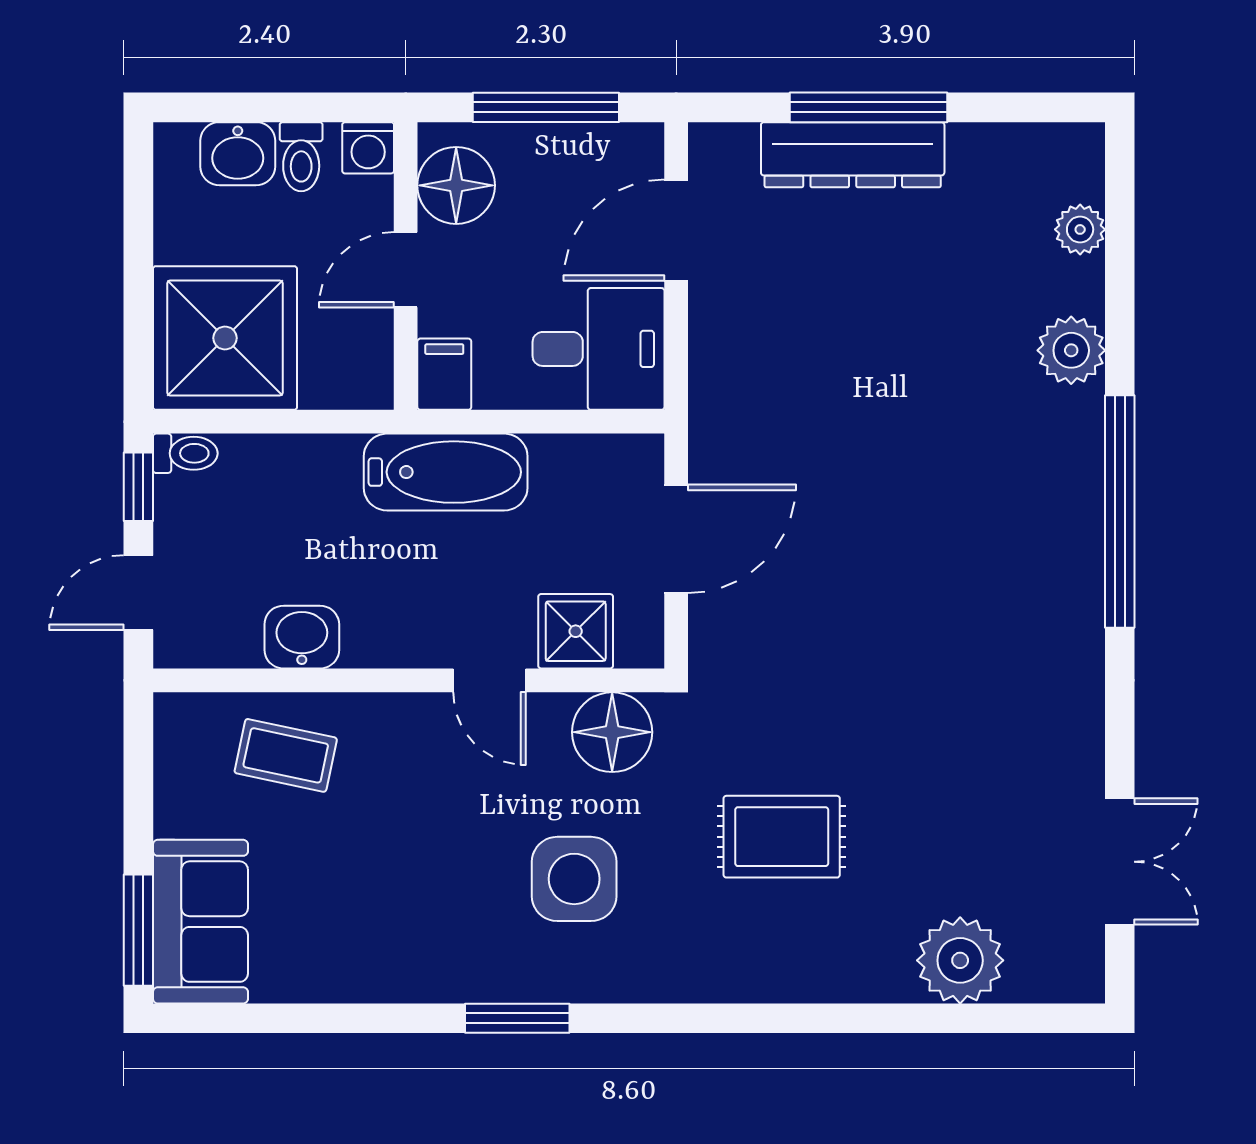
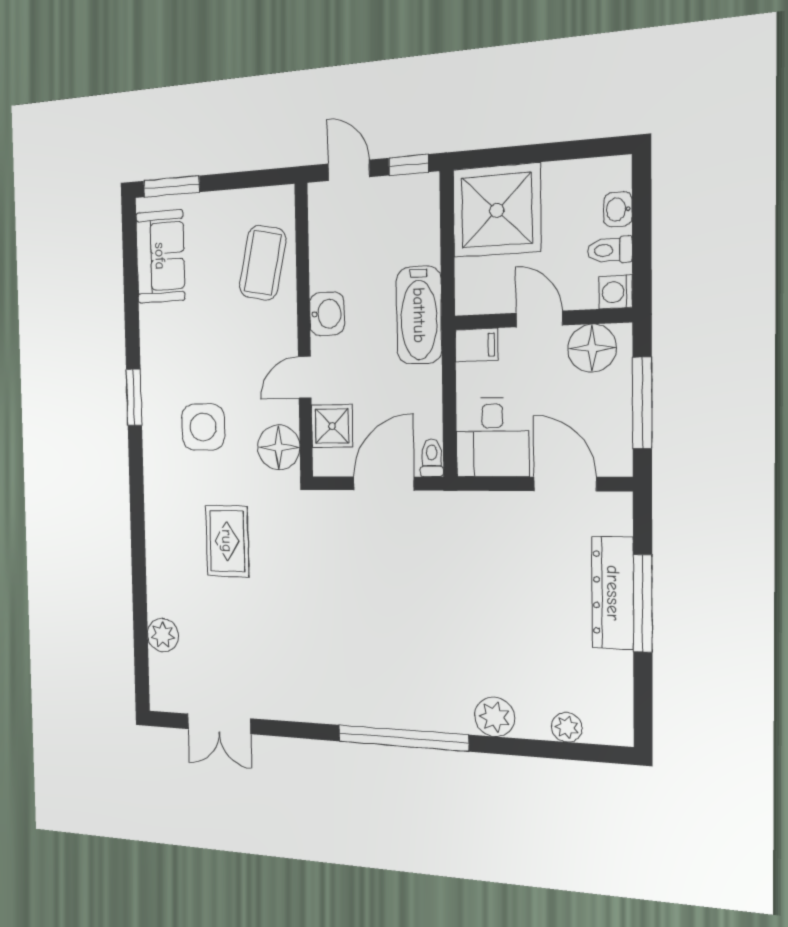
washbasin: (238, 154) -> (618, 209), width x0.72, depth x0.69
toilet: (185, 453) -> (432, 458), moved, turned 180
bathtub: (446, 472) -> (419, 315), moved
door: (676, 539) -> (384, 484), swing flipped
washbasin: (302, 637) -> (327, 314), moved
coffee table: (286, 755) -> (263, 263), width x1.36, depth x1.30
sofa: (200, 922) -> (160, 256), moved, turned -90
plant: (960, 960) -> (163, 635), width x0.73, depth x0.73

